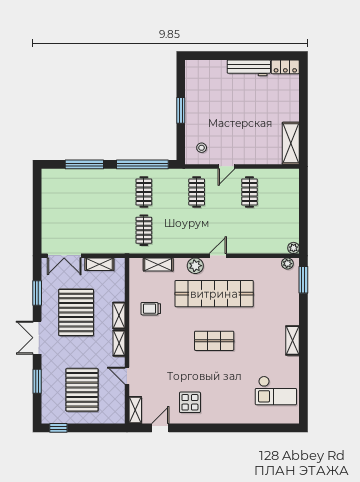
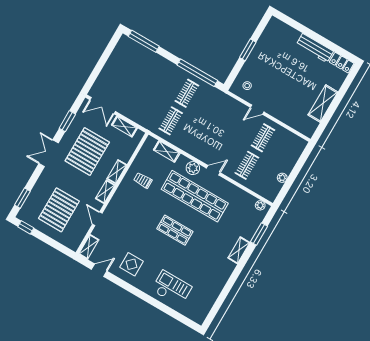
shelving: (291, 143) -> (323, 103), moved
window: (84, 164) -> (144, 41), moved
clothes rail: (197, 192) -> (247, 165), moved
plant: (294, 248) -> (282, 178), moved
window: (303, 280) -> (259, 234), moved
shelving: (292, 340) -> (239, 250), moved
window: (37, 381) -> (22, 198), moved
checkout: (276, 391) -> (172, 288), moved, turned 180

